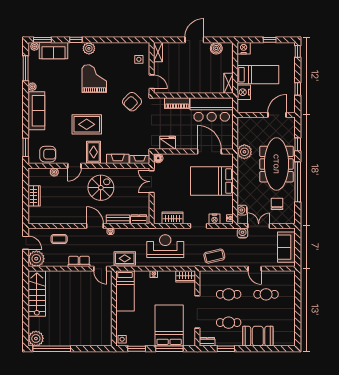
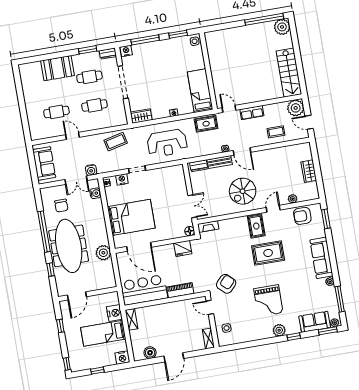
fireplace: (118, 159) -> (230, 223), removed
wardrobe: (172, 218) -> (165, 173), removed
bed: (169, 325) -> (149, 63), removed
nightstand: (189, 341) -> (126, 51), added

